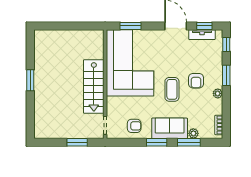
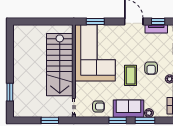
window: (30, 80) -> (10, 92), moved
stairs: (94, 87) -> (60, 65), width x1.36, depth x1.51

